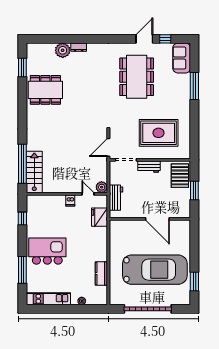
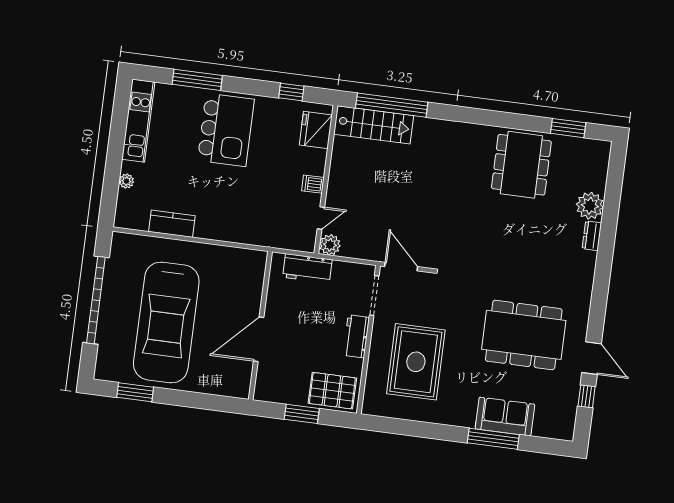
sofa: (182, 58) -> (505, 417), moved
fridge: (100, 217) -> (316, 130), moved, turned -90

